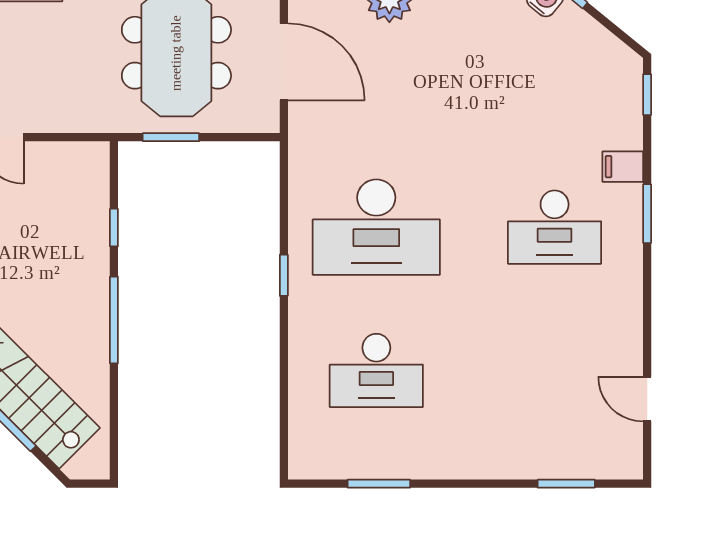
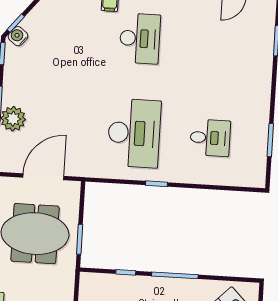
desk: (376, 370) -> (210, 138), width x0.73

